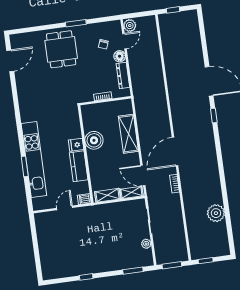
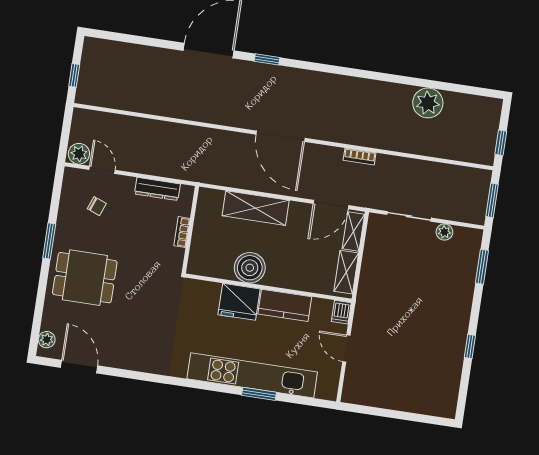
plant: (20, 38) -> (47, 340), added
floor lamp: (120, 56) -> (124, 185), removed
fridge: (76, 145) -> (239, 302), width x1.88, depth x1.34
door: (175, 152) -> (280, 136), moved

